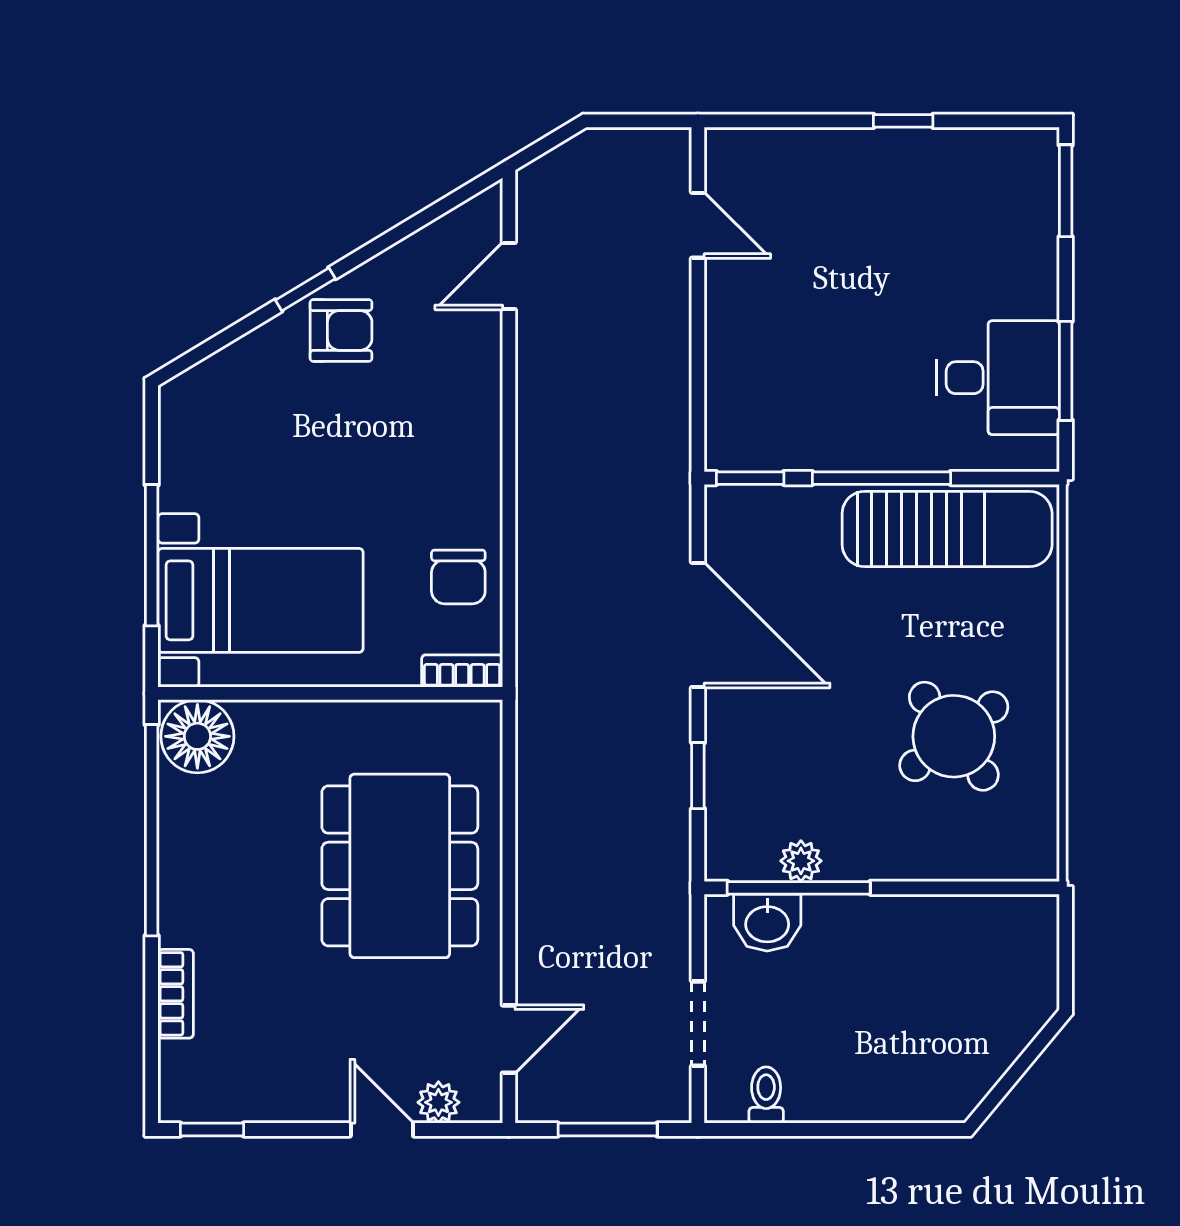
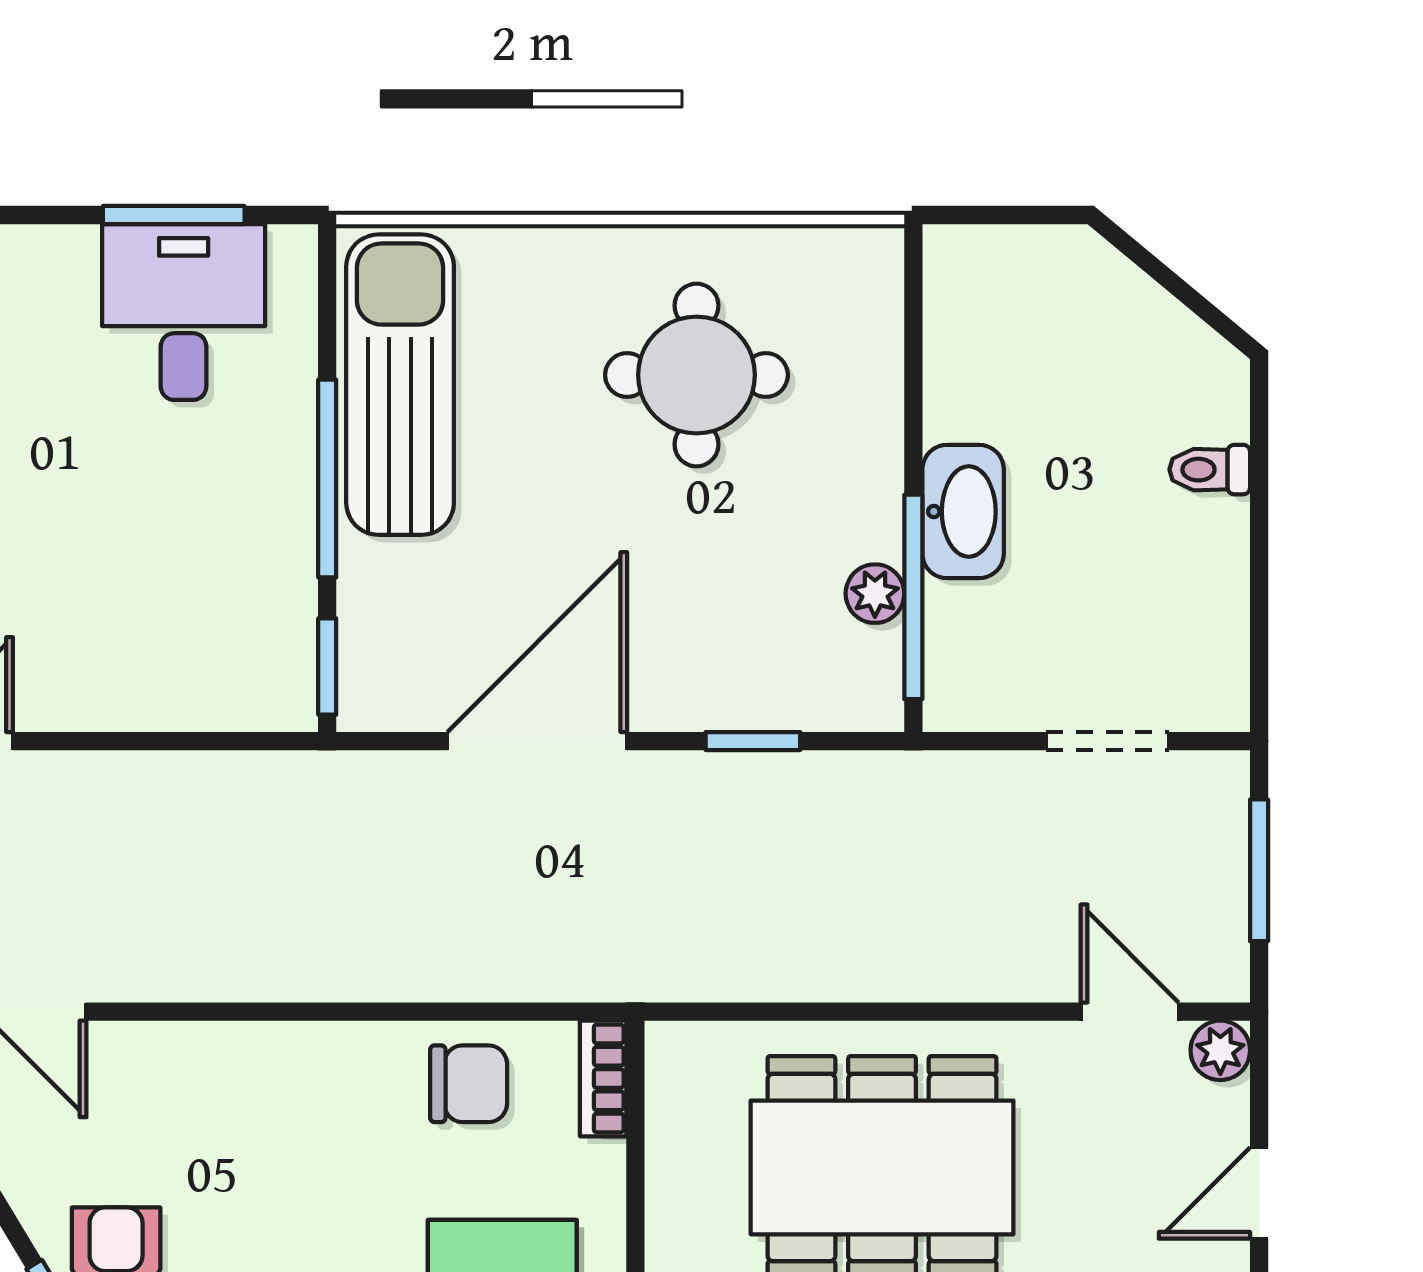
round table: (954, 736) -> (696, 375), turned 37
washbasin: (767, 923) -> (963, 512), moved, width x1.38
toilet: (766, 1095) -> (1210, 470), moved
plant: (438, 1102) -> (1220, 1050), moved

